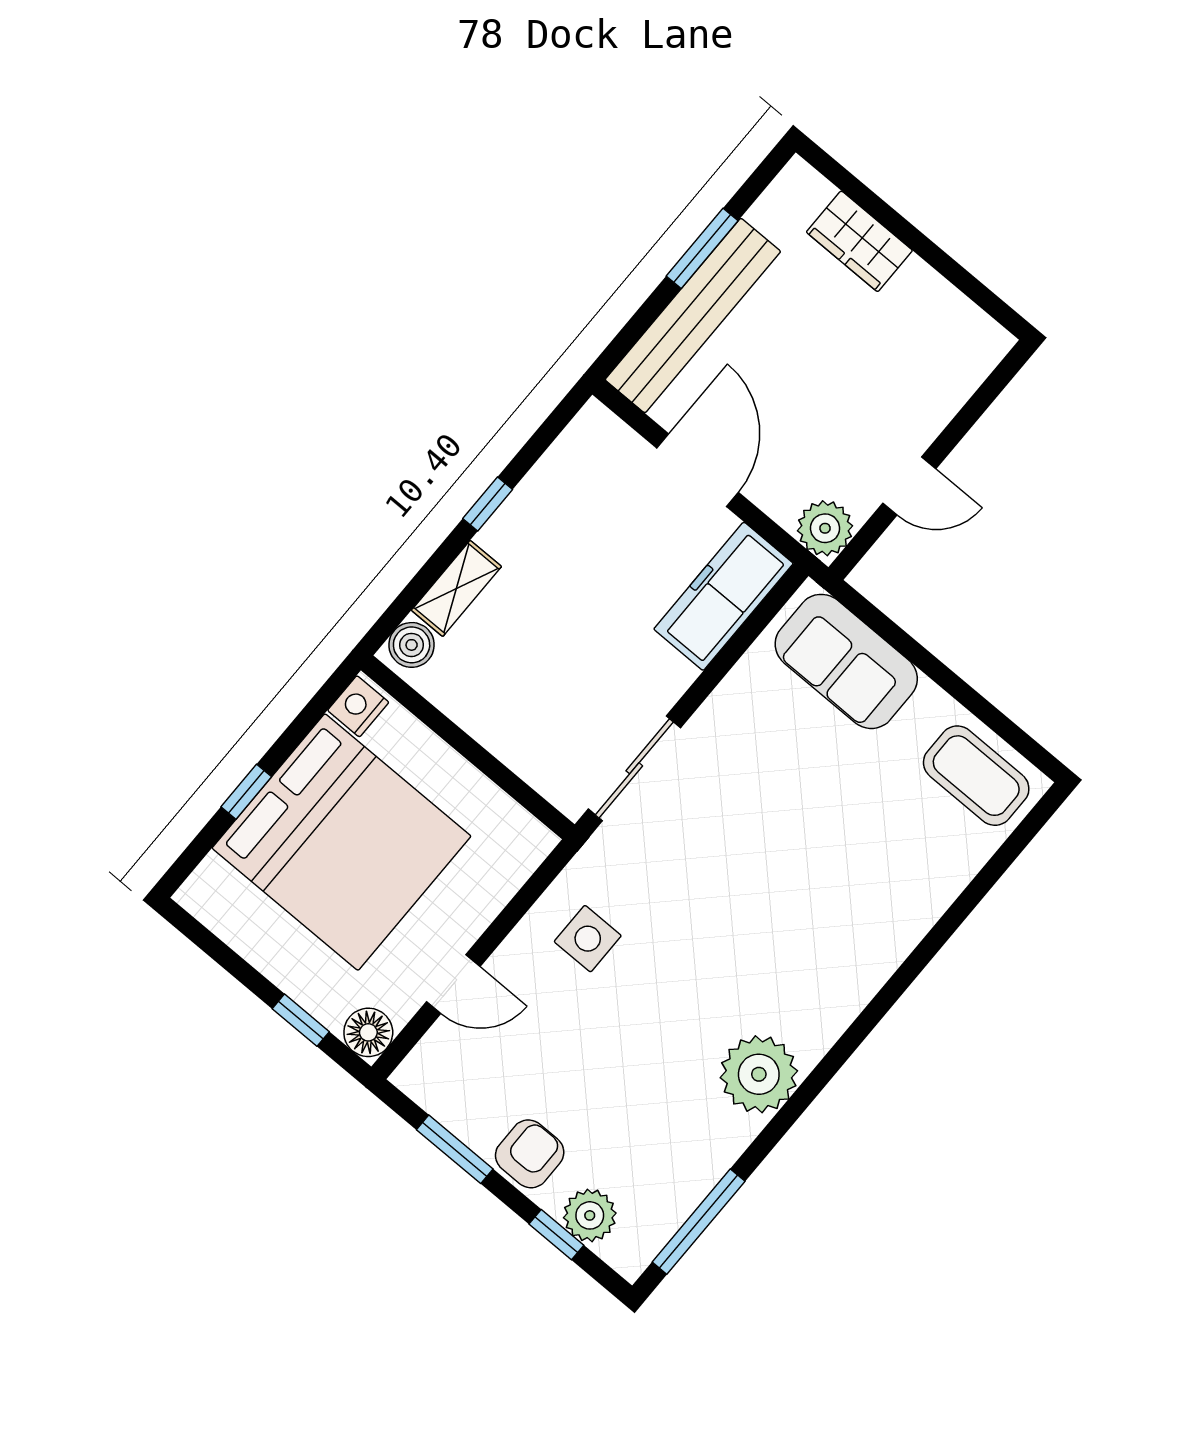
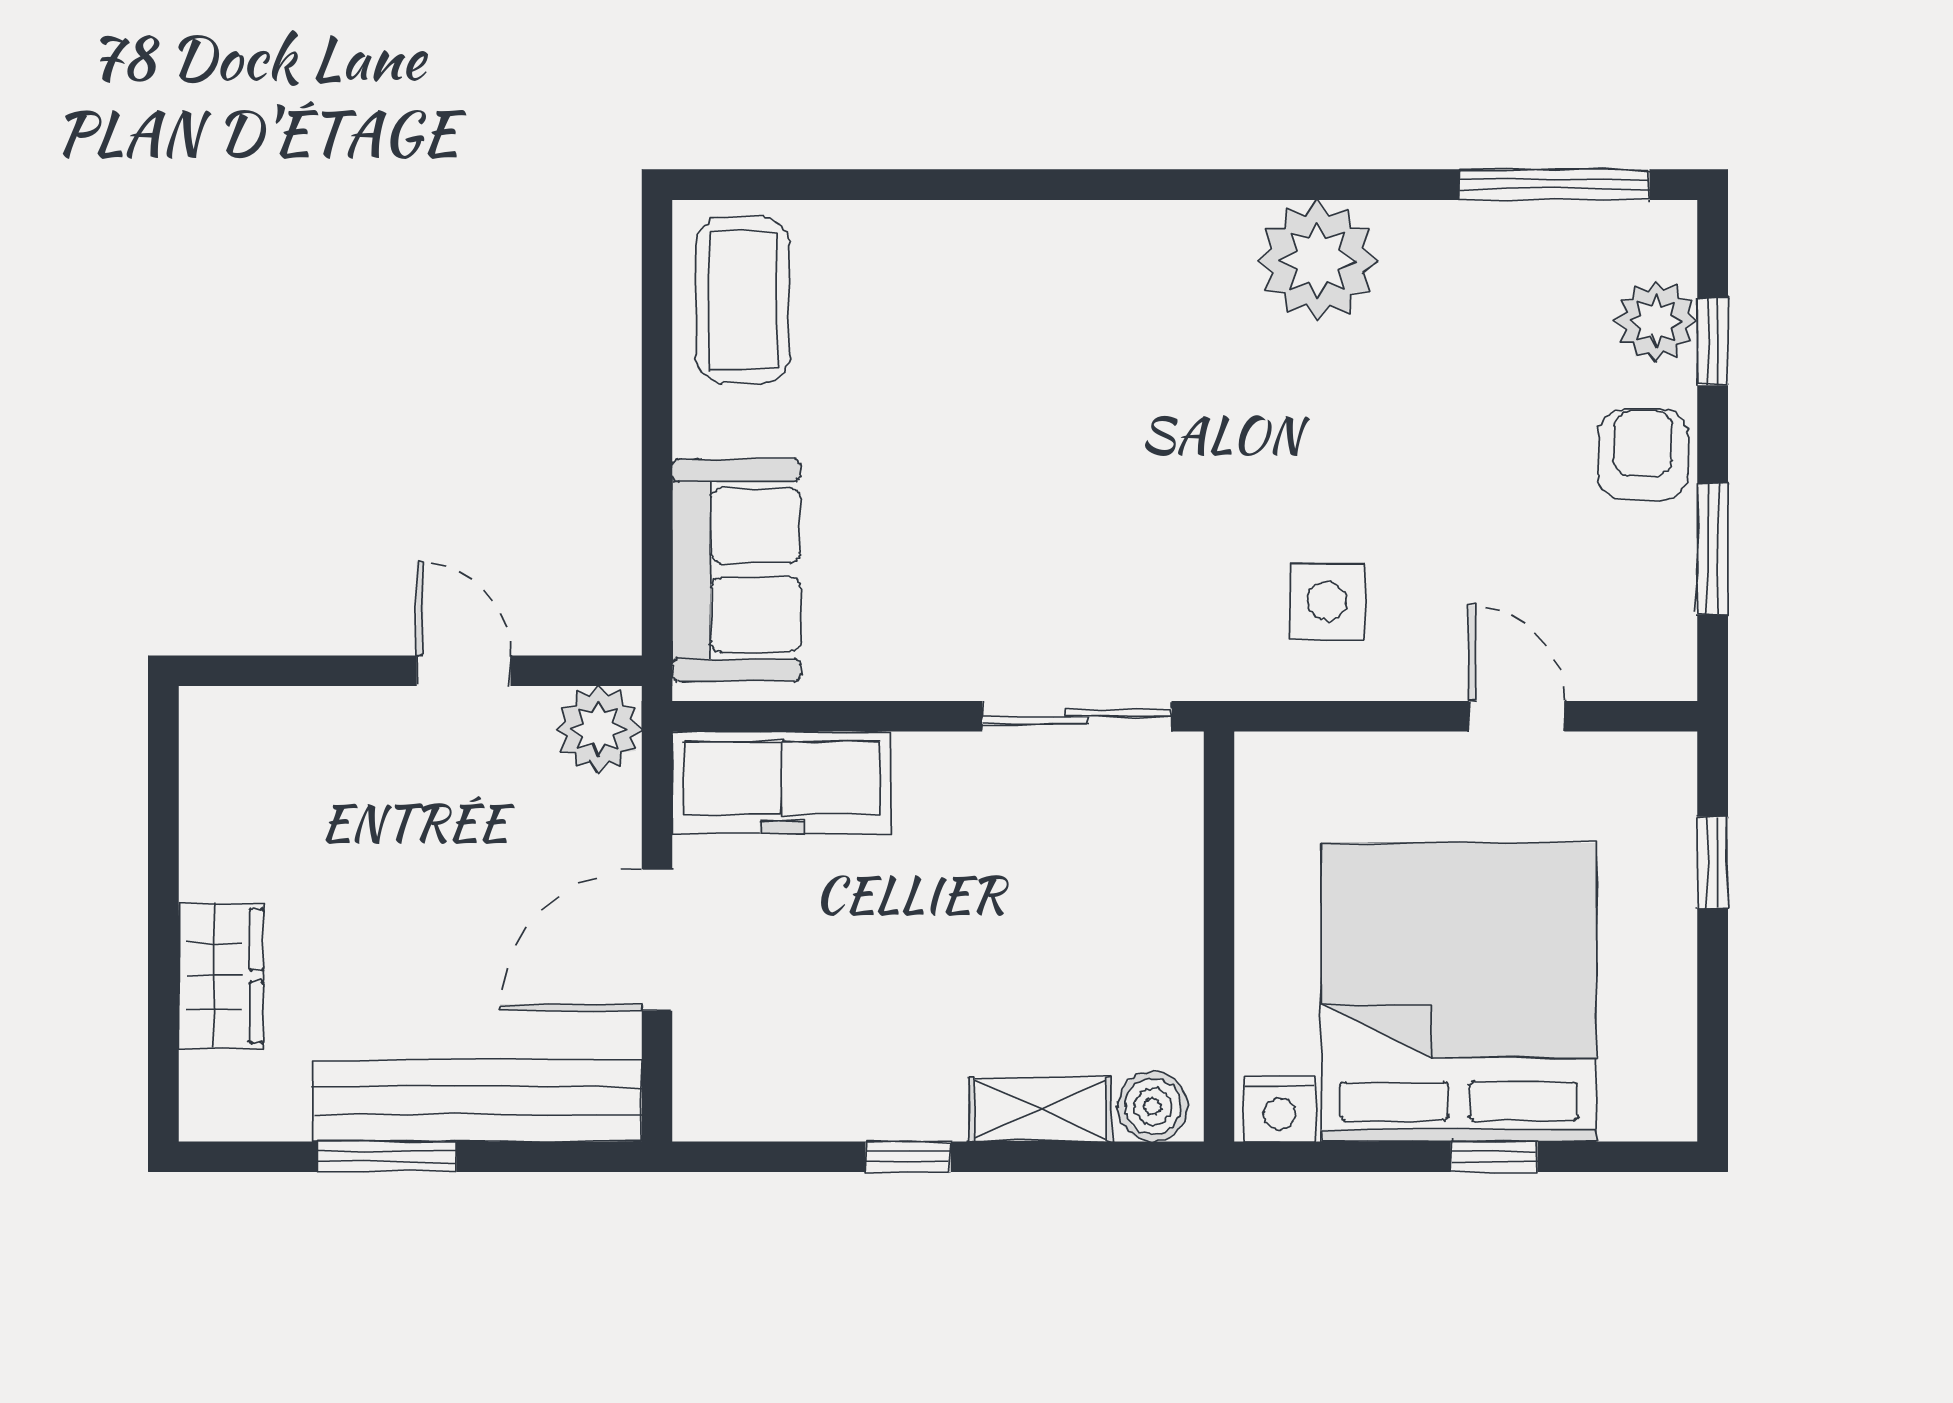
floor lamp: (368, 1032) -> (1659, 769), removed
armchair: (530, 1154) -> (1643, 455), turned 90

